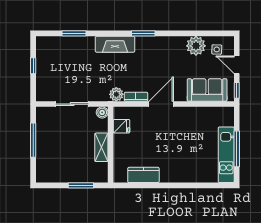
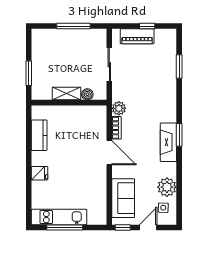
fireplace: (115, 44) -> (168, 142), moved
piano: (44, 76) -> (137, 36), added
boiler: (102, 112) -> (87, 94), moved
fridge: (121, 126) -> (40, 173), moved, turned -90

